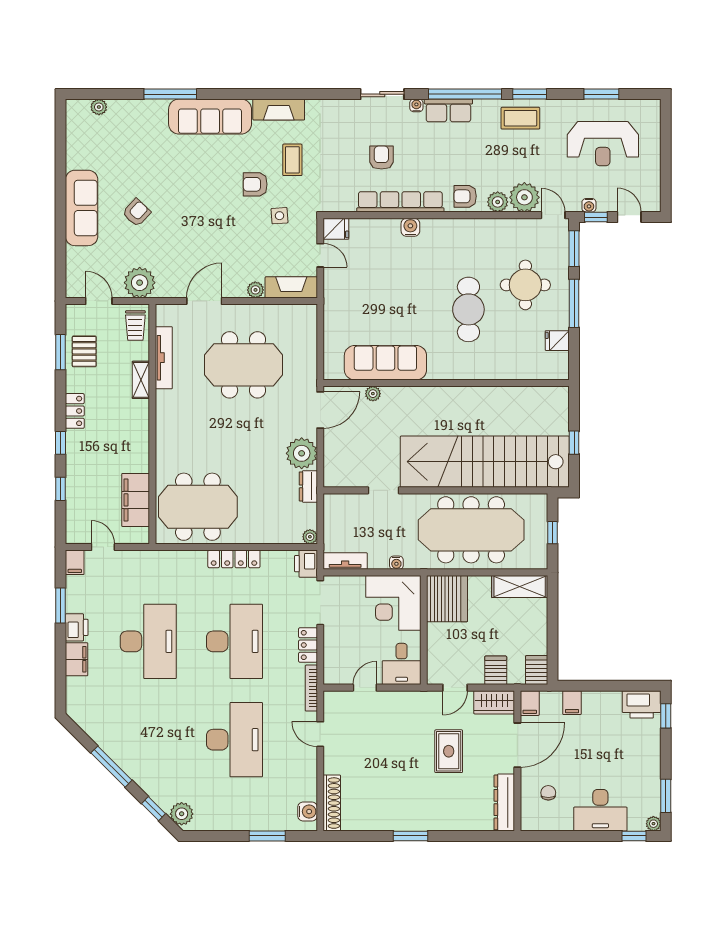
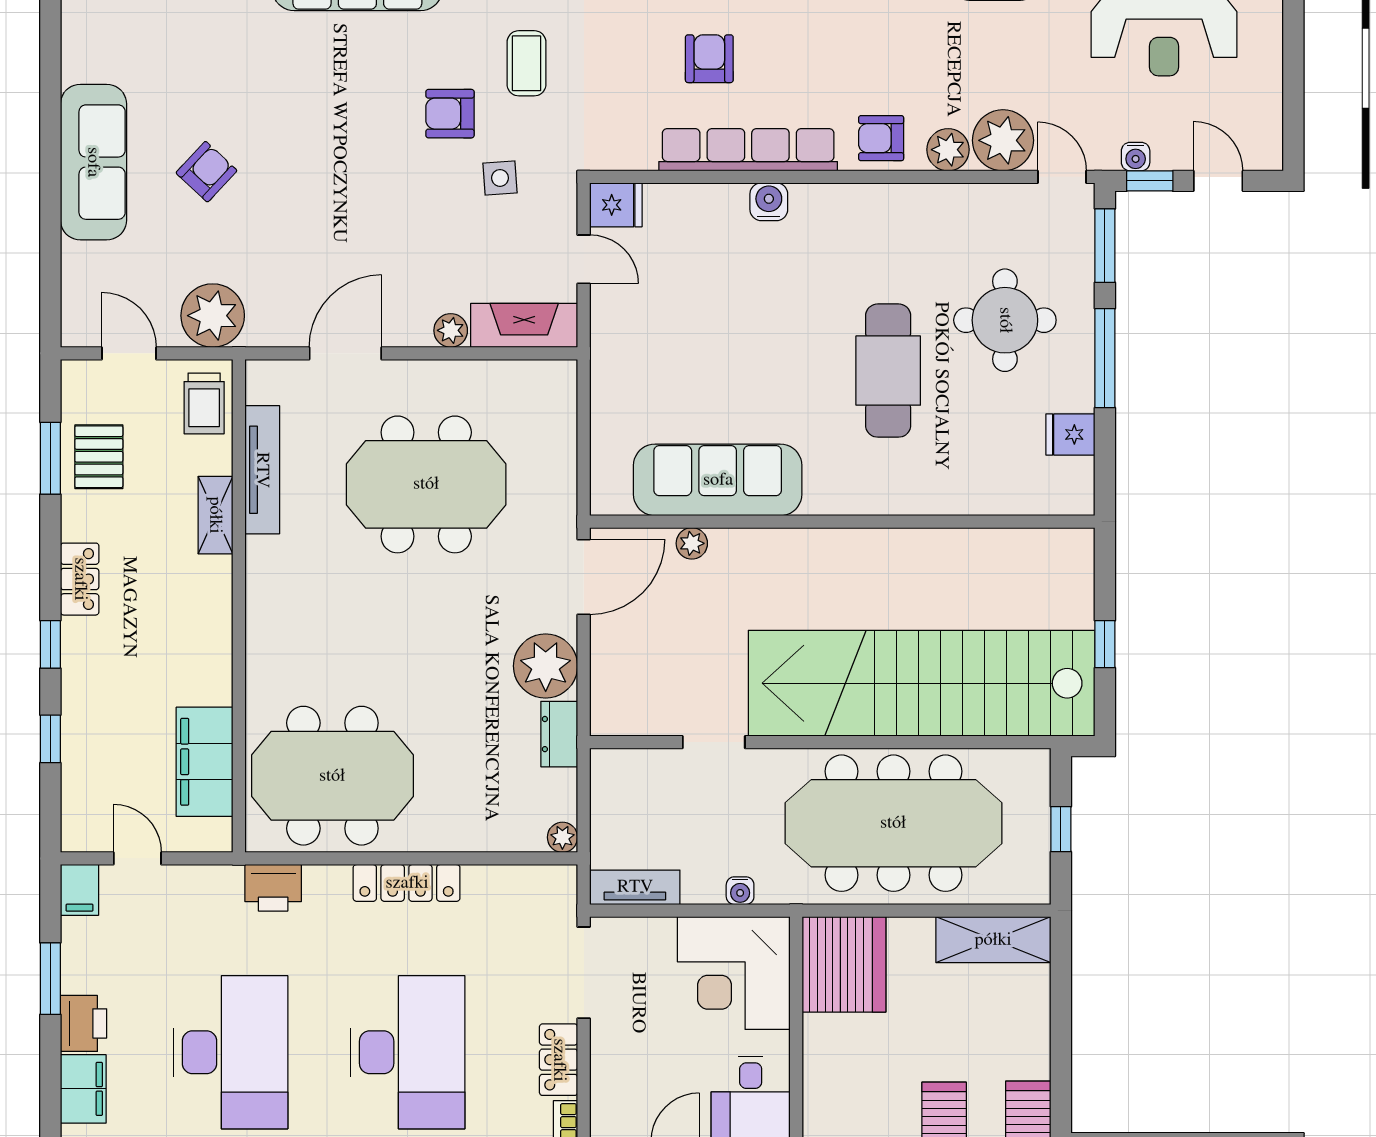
printer: (306, 564) -> (273, 888), moved, turned -90

